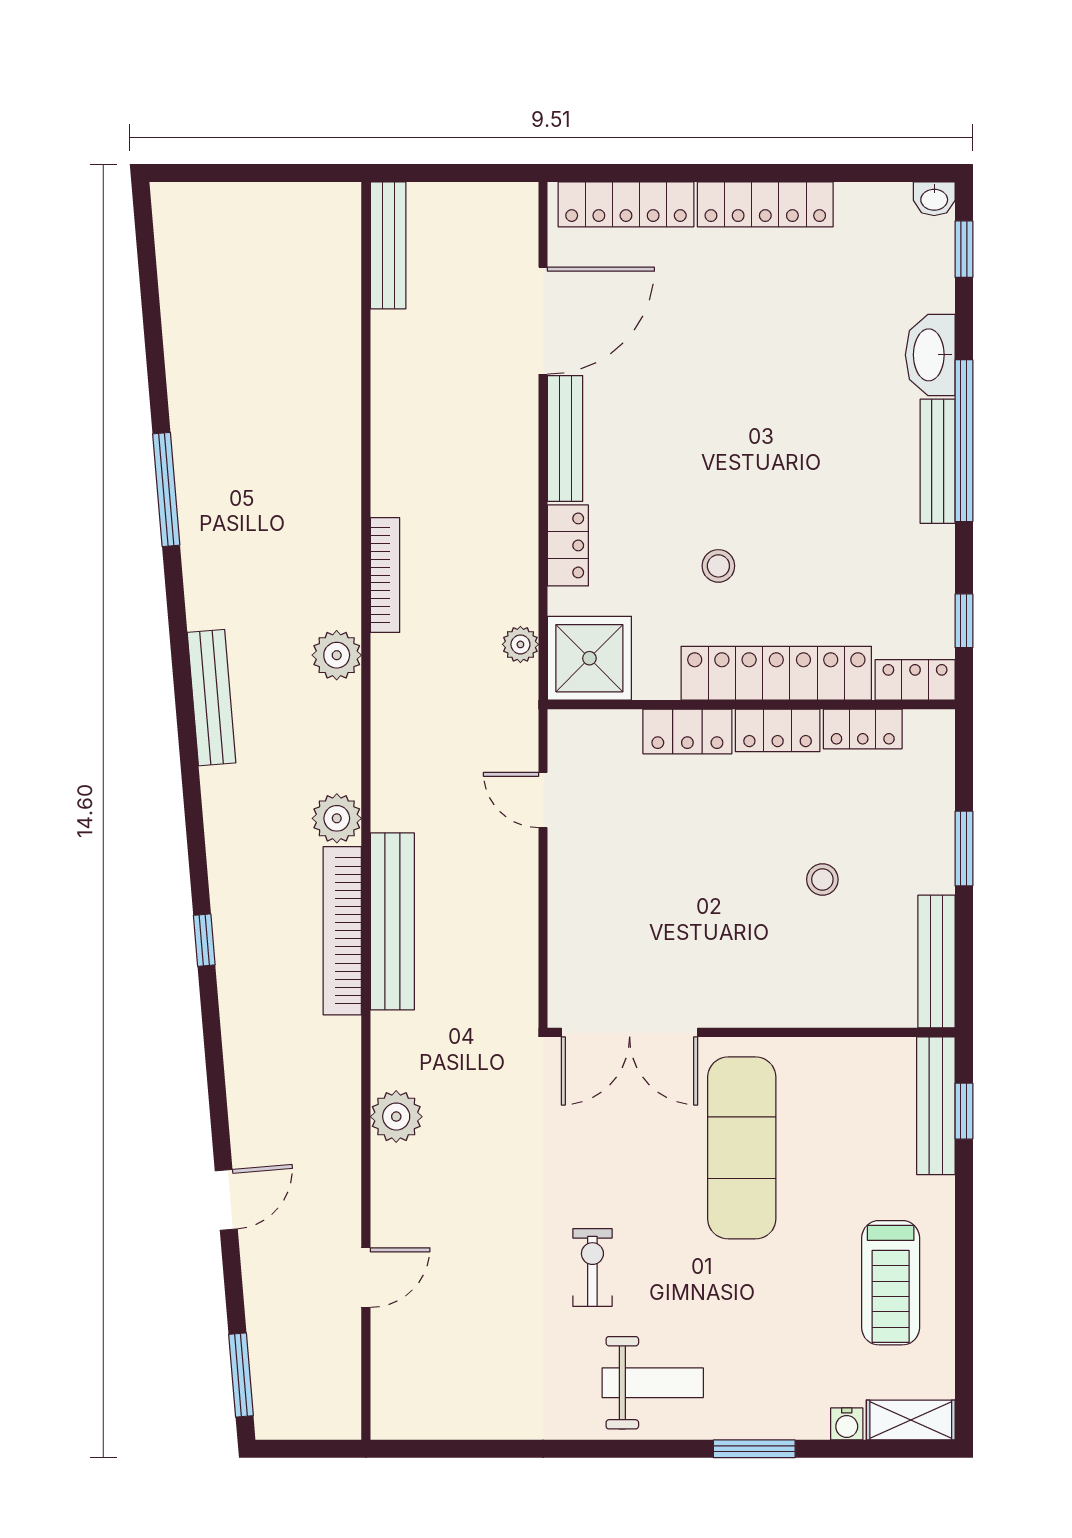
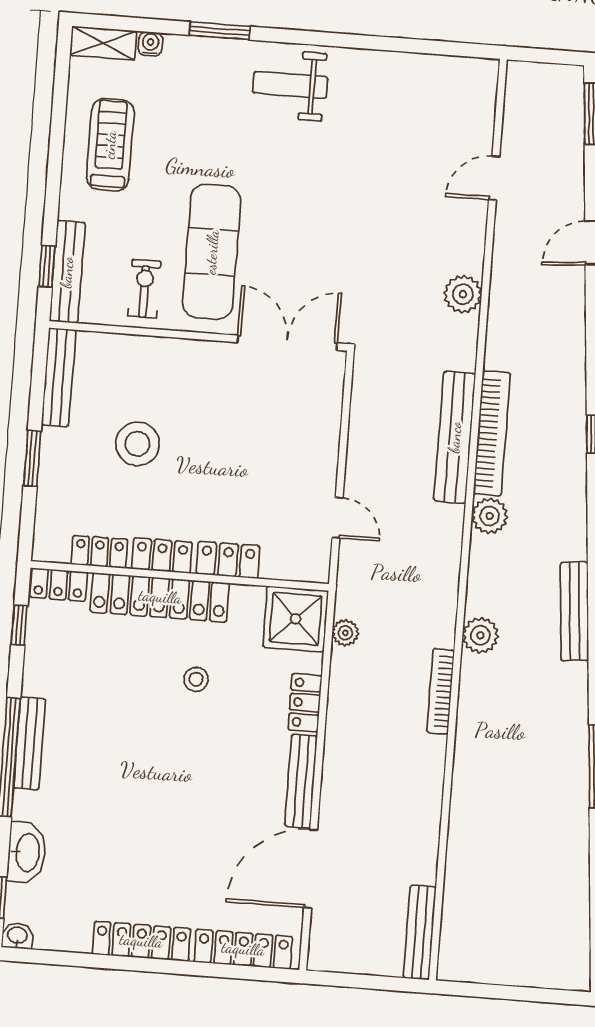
washbasin: (930, 355) -> (27, 852), moved
stool: (822, 879) -> (137, 444), width x1.89, depth x1.89
exercise bike: (592, 1268) -> (144, 289), moved, turned 180

